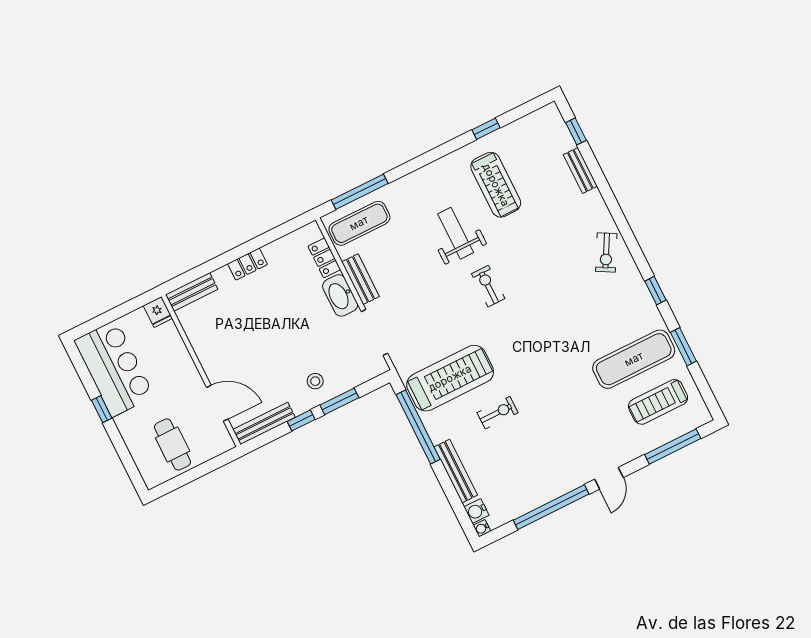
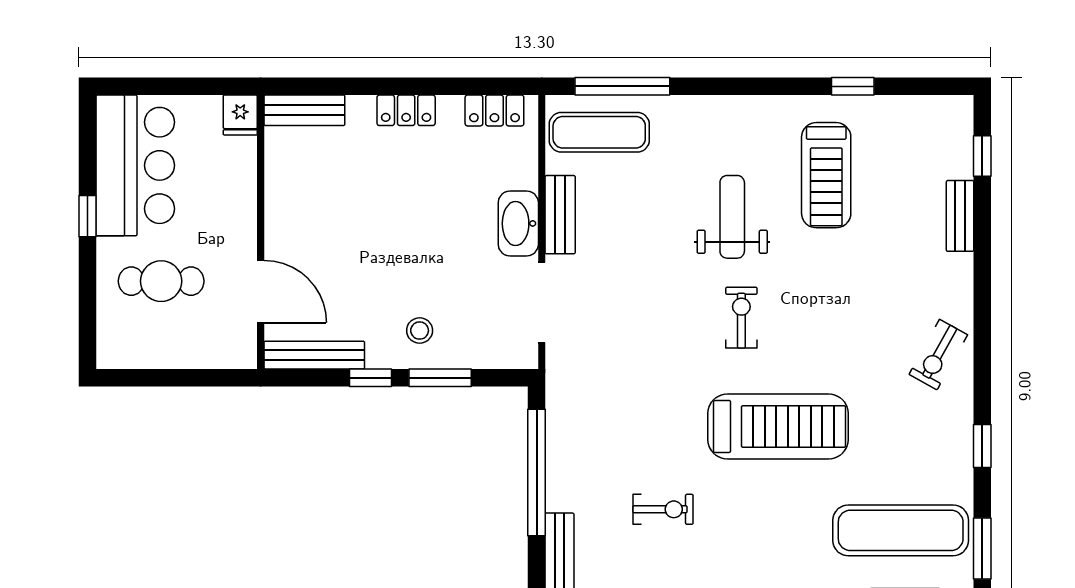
locker: (324, 258) -> (494, 110), moved, turned -90
treadmill: (450, 378) -> (778, 426), moved
cafe table: (173, 444) -> (161, 281), moved, turned 90

